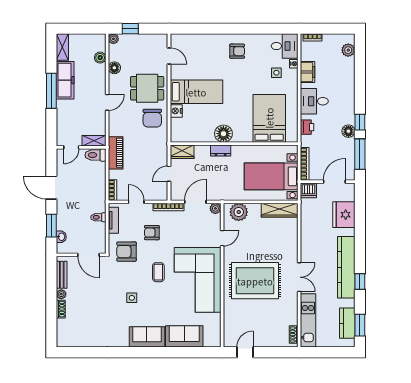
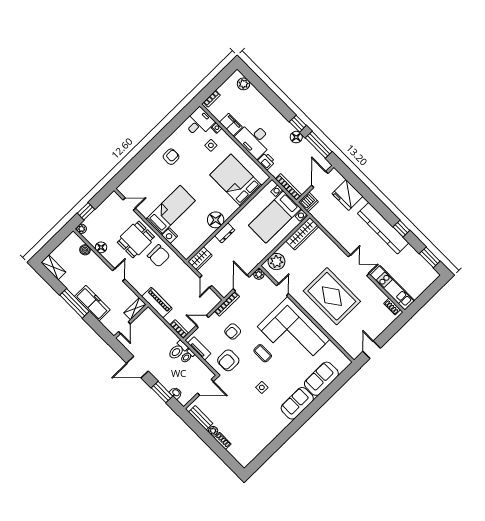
freezer: (65, 80) -> (92, 303), moved
desk: (314, 101) -> (254, 140), width x1.37
toilet: (95, 155) -> (178, 350), moved
rug: (255, 281) -> (332, 296), turned 90
kitchen counter: (347, 323) -> (420, 264), removed

